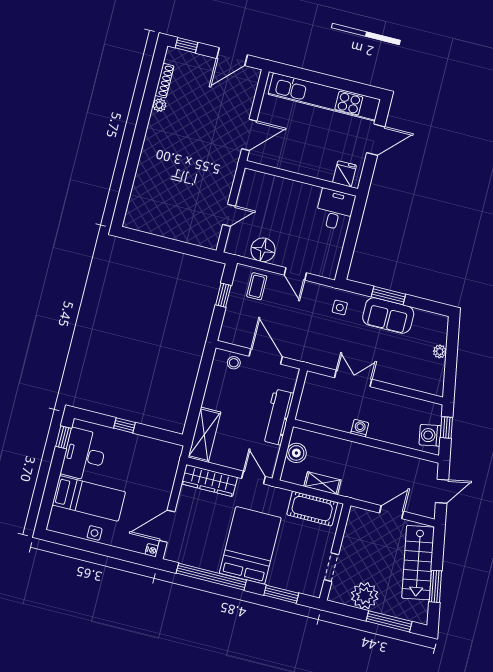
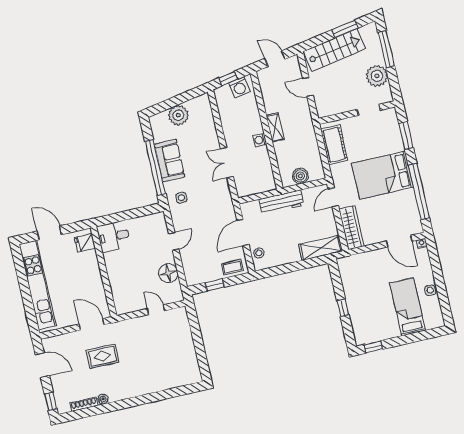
rug: (207, 129) -> (103, 356), added
coffee table: (257, 286) -> (232, 267), moved
window: (388, 296) -> (155, 168), width x2.11
plant: (440, 351) -> (178, 115), width x1.88, depth x1.88
desk: (84, 455) -> (378, 326), removed
shelving: (322, 483) -> (275, 127), moved

